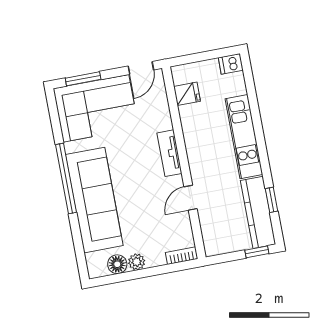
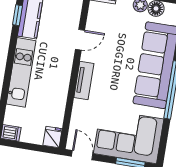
door: (141, 68) -> (82, 155), hinge flipped
fridge: (187, 94) -> (53, 137), moved, turned 90

